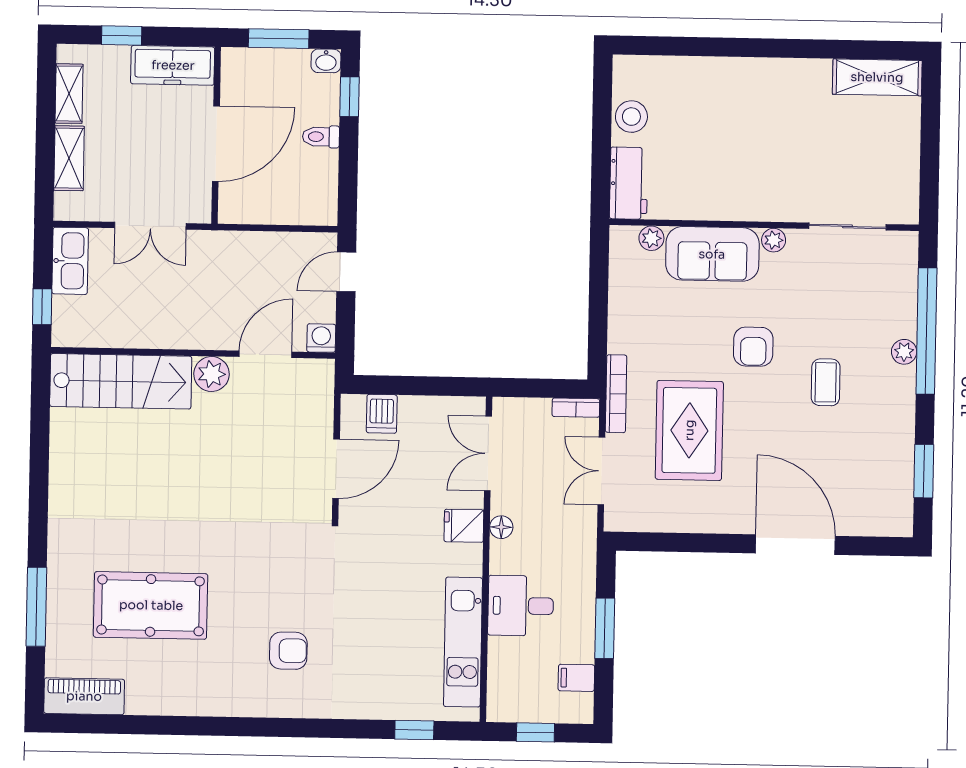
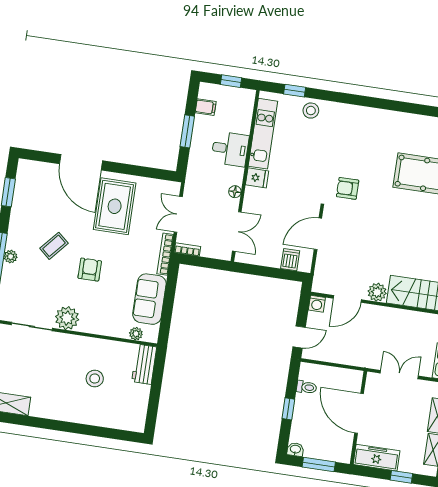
window: (350, 97) -> (288, 409), moved
stool: (631, 117) -> (95, 378), moved
toilet: (321, 137) -> (307, 387), moved
door: (216, 144) -> (359, 413), hinge flipped
plant: (774, 240) -> (67, 318), width x1.88, depth x1.88
sofa: (712, 254) -> (149, 299), moved, turned -90
coffee table: (826, 382) -> (54, 246), turned 41
rug: (689, 430) -> (115, 206), moved
double door: (601, 471) -> (178, 214), swing flipped
fridge: (464, 526) -> (257, 178), moved
armchair: (288, 651) -> (348, 188), moved
stool: (379, 697) -> (311, 111), added

